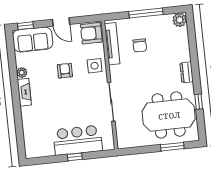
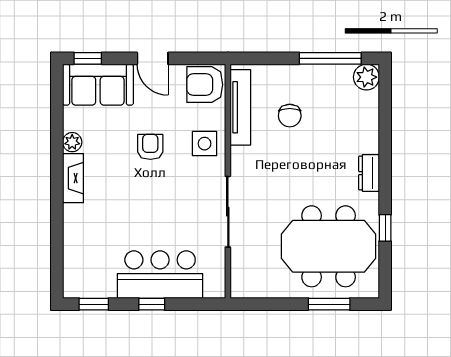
window: (146, 13) -> (330, 58), moved
window: (43, 160) -> (94, 304), added

